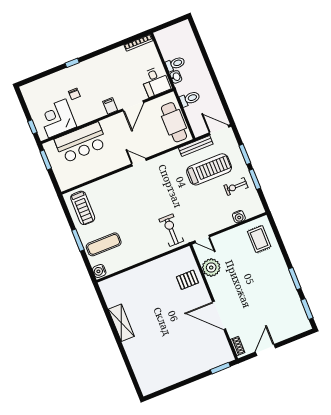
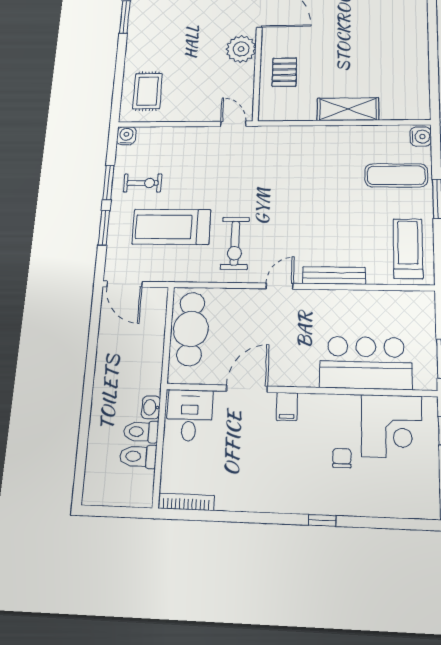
toilet: (190, 99) -> (138, 456), moved
bench: (196, 146) -> (334, 276), moved
door: (139, 162) -> (280, 286), swing flipped
water cooler: (239, 217) -> (126, 136), moved
exercise bike: (171, 230) -> (235, 243), moved
plant: (211, 268) -> (241, 49), moved
pallet: (187, 280) -> (284, 72), turned 90
shelving: (121, 323) -> (348, 109), moved, turned 90

